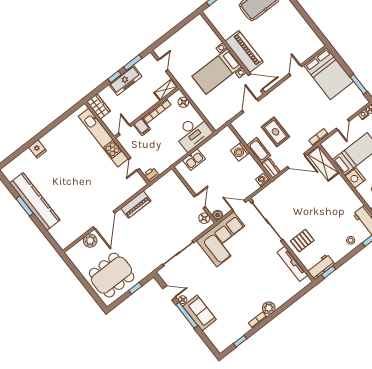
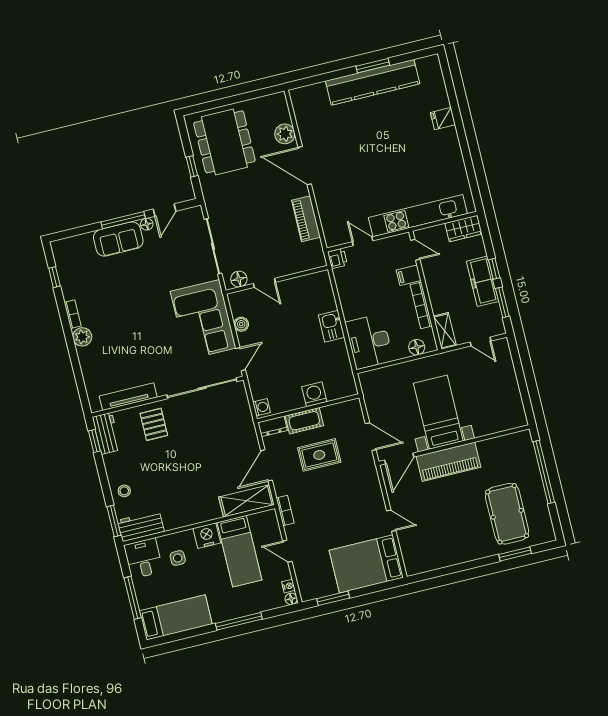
wall: (194, 195) -> (277, 280), moved
door: (200, 202) -> (264, 283), moved
floor lamp: (204, 218) -> (239, 279), moved

